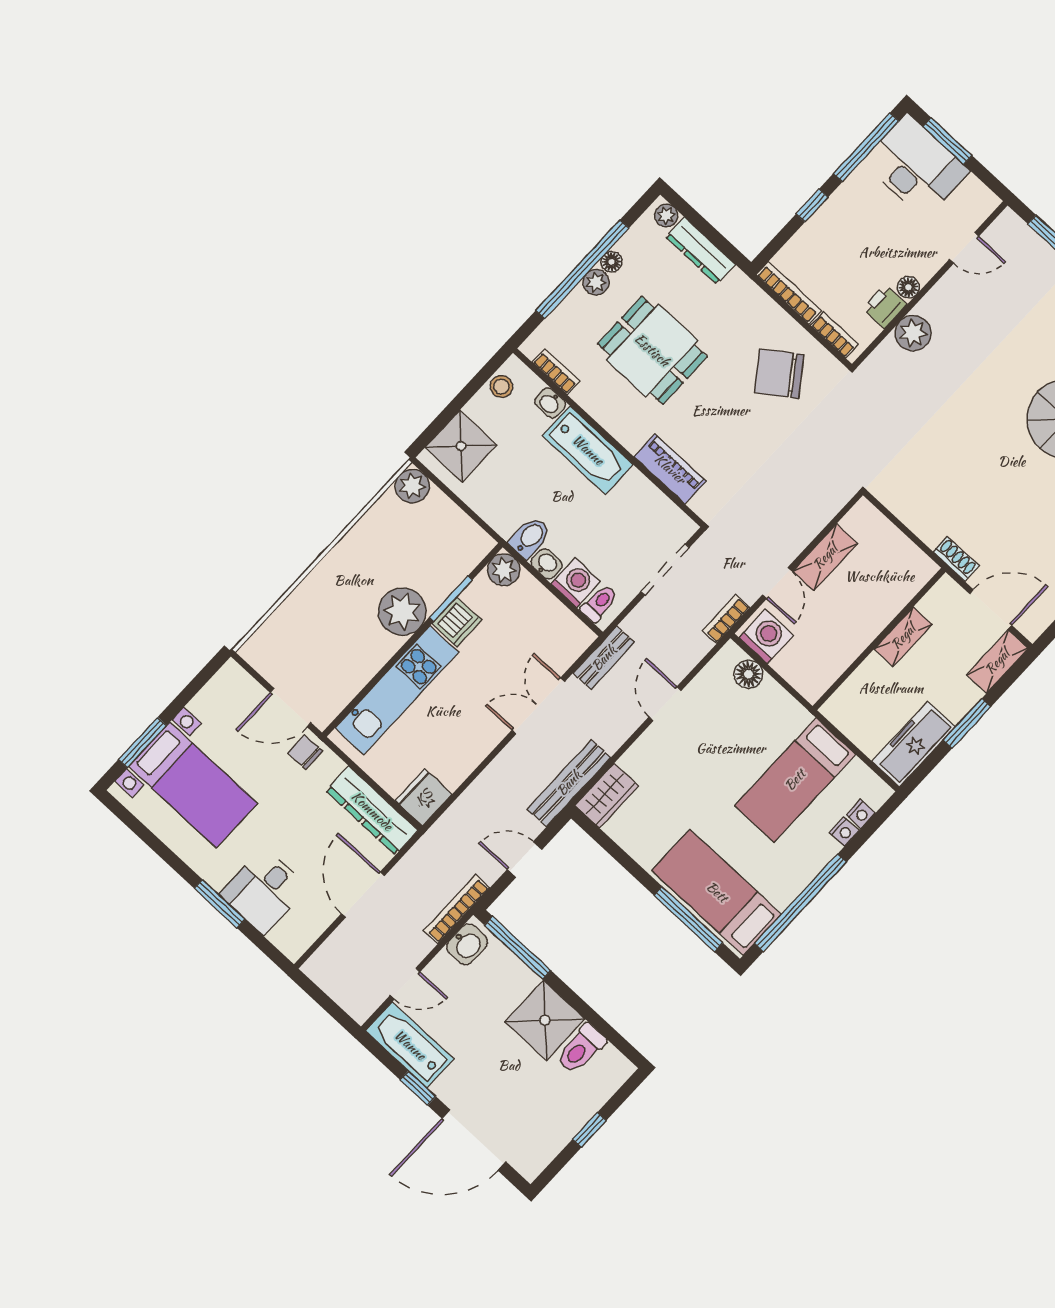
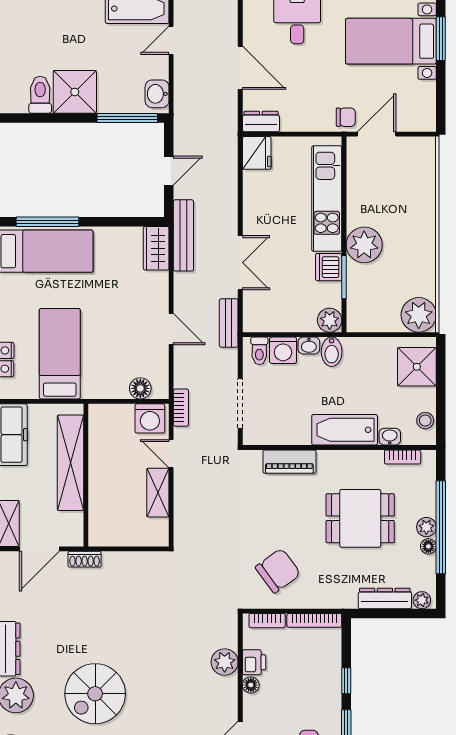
plant: (412, 486) -> (419, 315), width x1.36, depth x1.36
shelving: (903, 637) -> (71, 463), width x2.20, depth x1.33
dresser: (372, 811) -> (261, 122), width x0.51, depth x0.80
bookcase: (457, 909) -> (181, 108), removed

